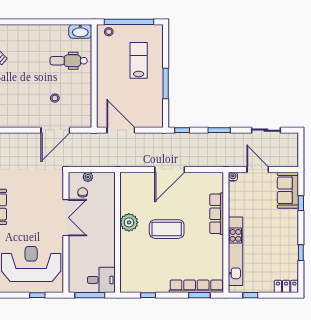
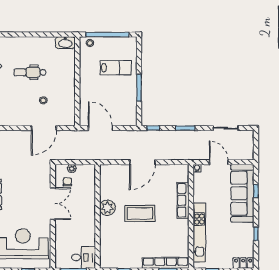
lab bench: (139, 60) -> (116, 68), turned 90
dental chair: (69, 61) -> (30, 72), moved
sofa: (288, 190) -> (242, 193), width x1.85, depth x1.27

